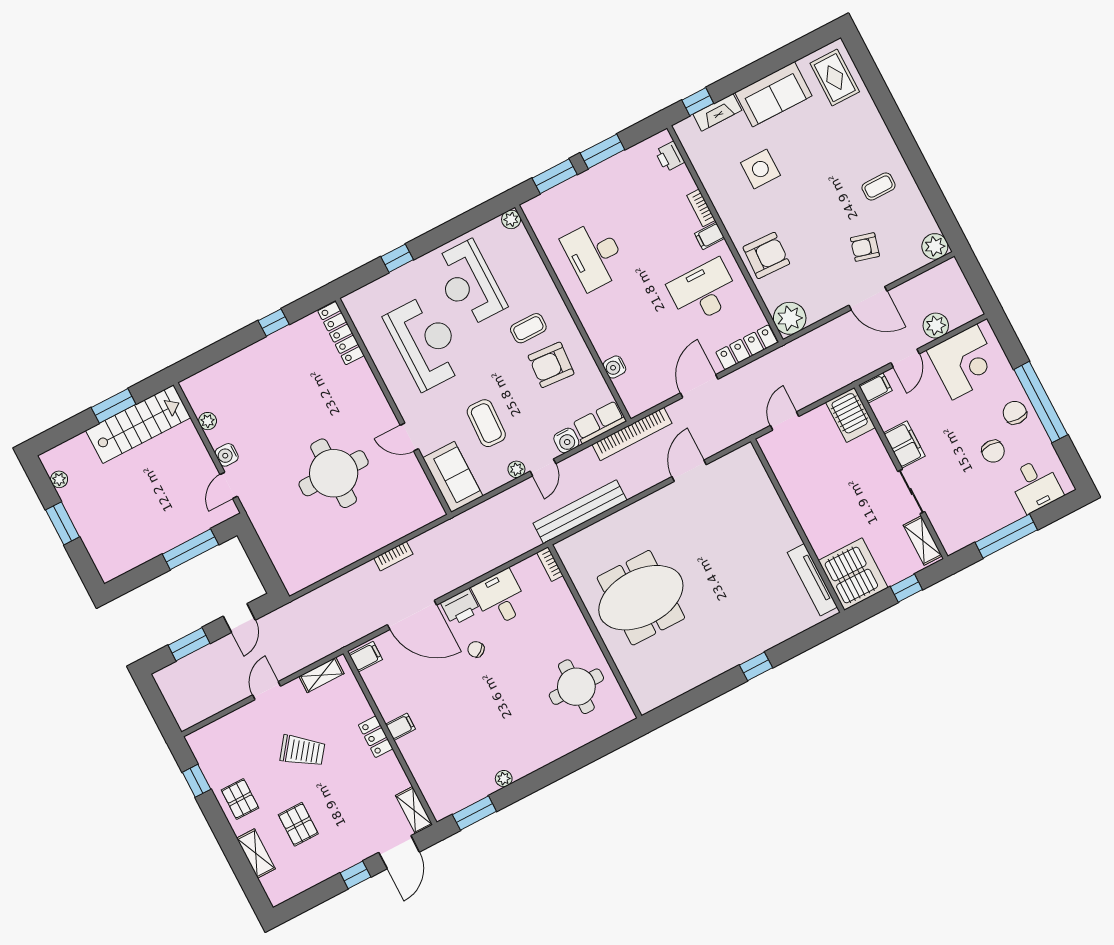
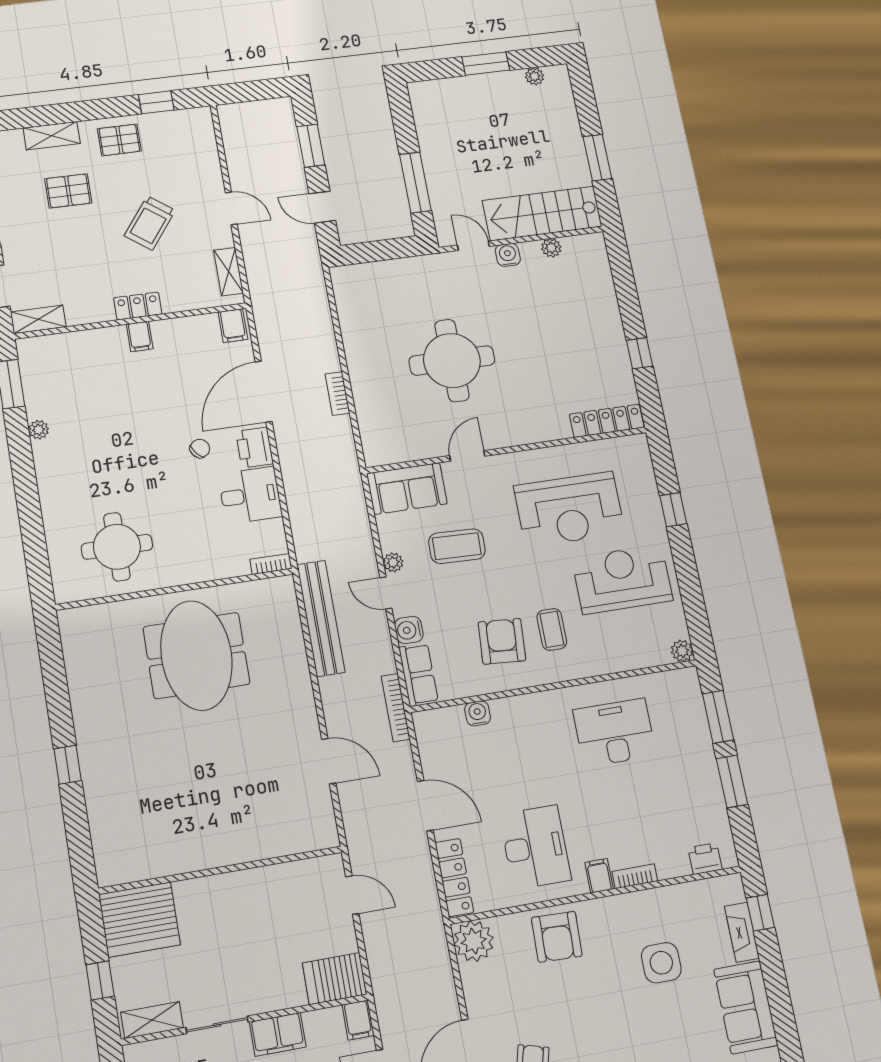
stairs: (138, 424) -> (542, 213), moved, turned 90
bookcase: (632, 434) -> (396, 708), width x0.68, depth x0.76
tv unit: (812, 580) -> (149, 867), removed

